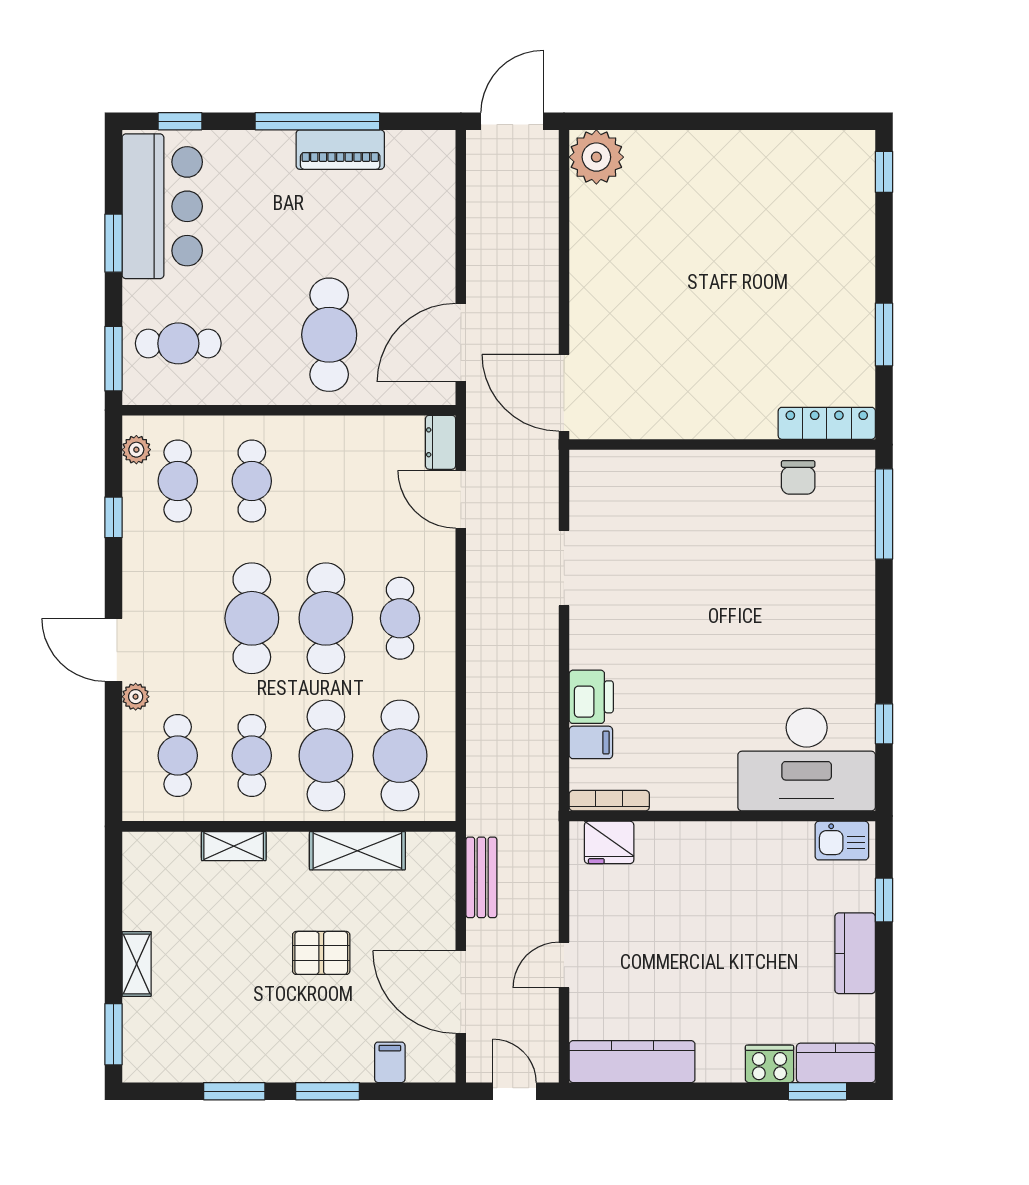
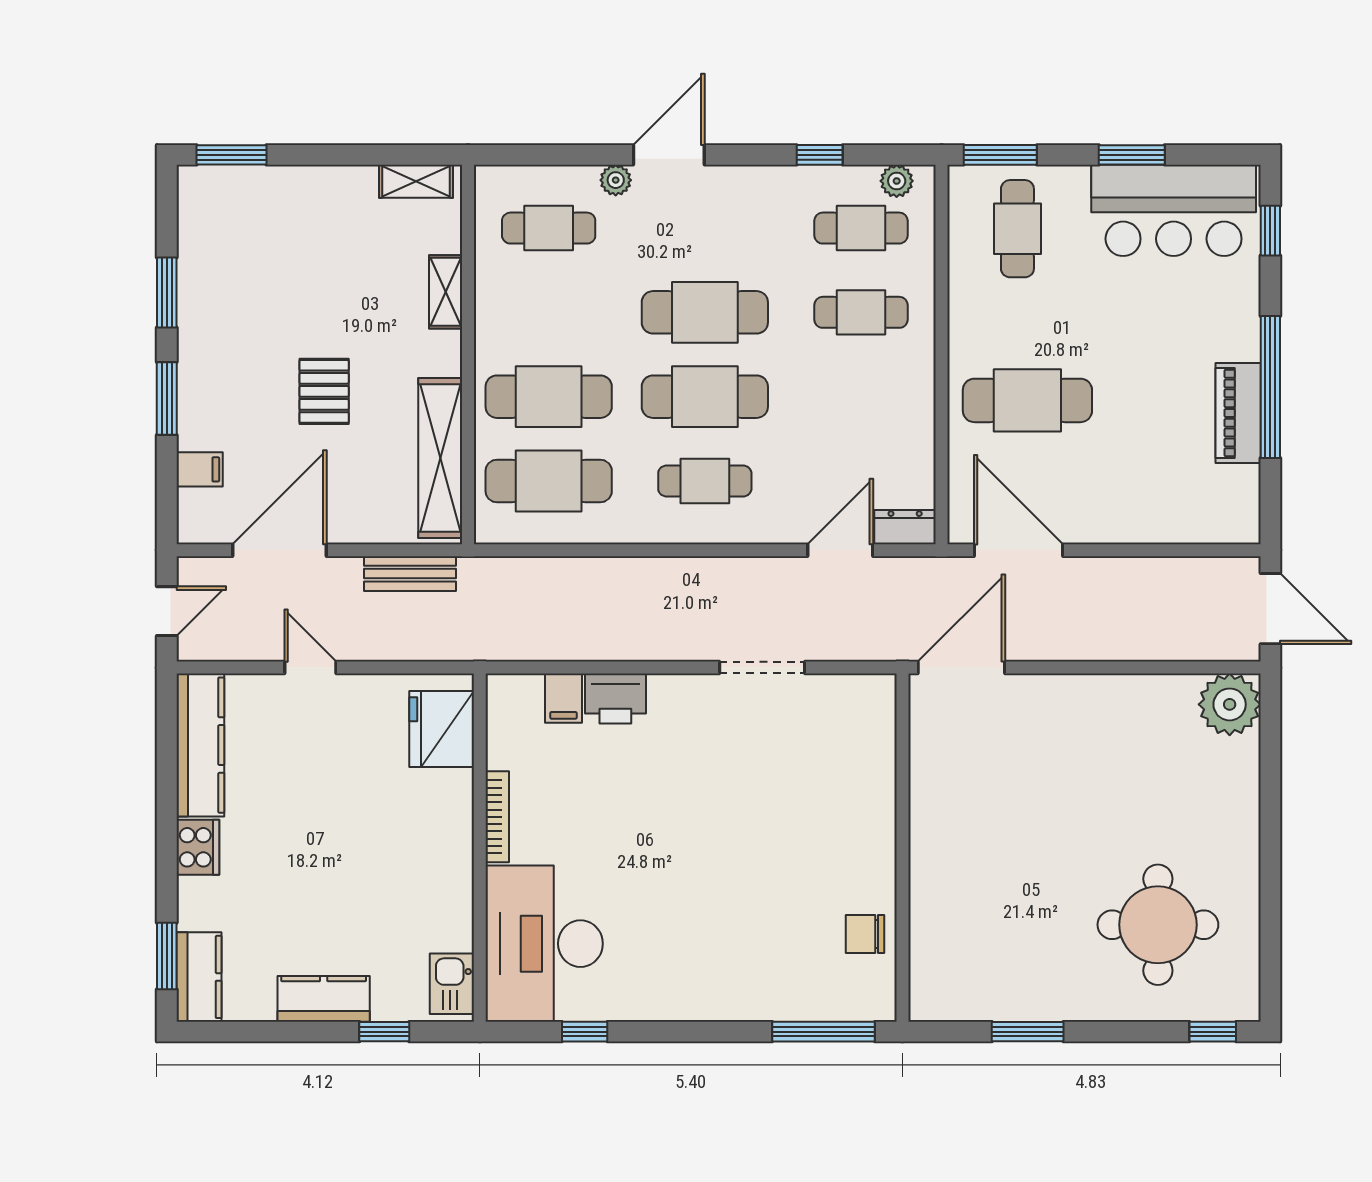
round table: (790, 220) -> (1158, 925), added
locker: (827, 423) -> (927, 967), removed
cafe table: (252, 756) -> (549, 312), removed
bookcase: (609, 801) -> (497, 817), moved
fridge: (609, 842) -> (442, 729), width x1.36, depth x1.34
shelving: (357, 851) -> (440, 458), width x1.47
shelving: (137, 964) -> (416, 181), moved
cooker: (770, 1064) -> (198, 847), moved

